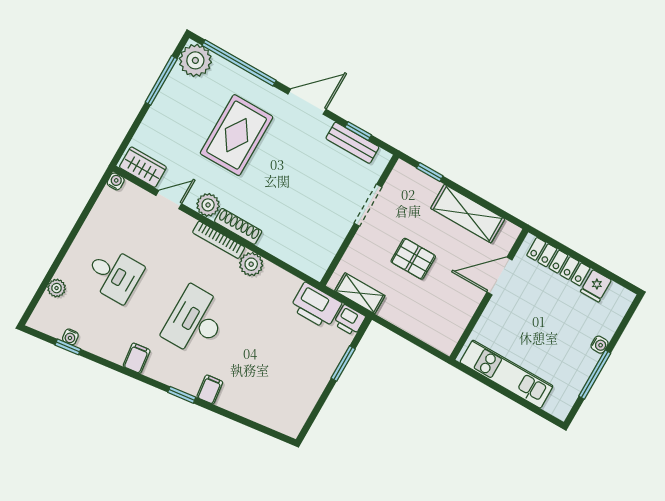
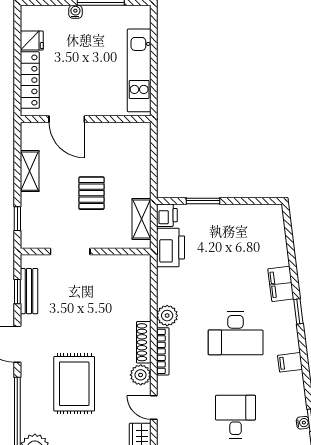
rug: (237, 135) -> (74, 384), turned 90
shelving: (468, 214) -> (30, 171), width x0.67, depth x0.75
filing cabinet: (210, 390) -> (281, 284), width x2.00

